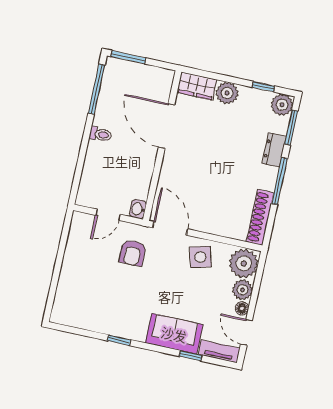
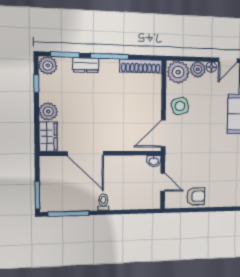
door: (167, 126) -> (86, 153), hinge flipped
armchair: (133, 253) -> (196, 196), moved

